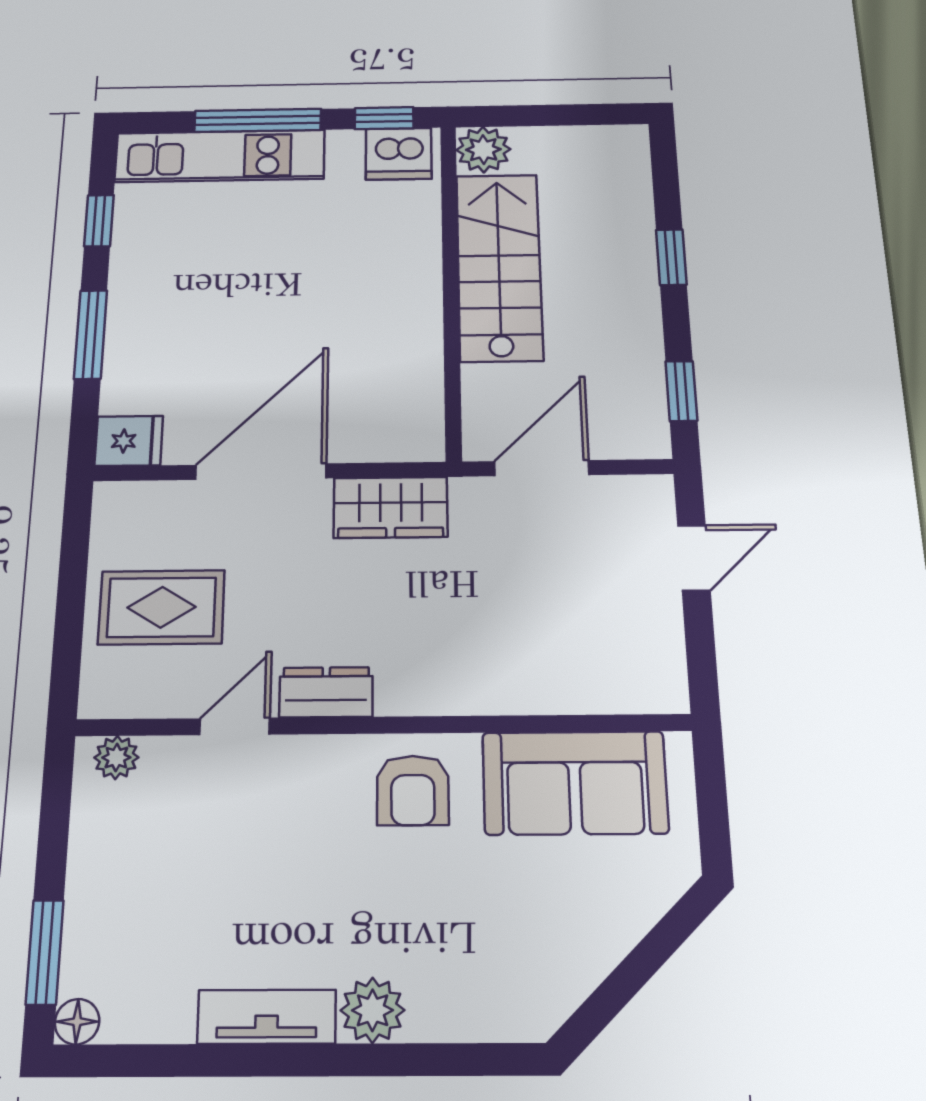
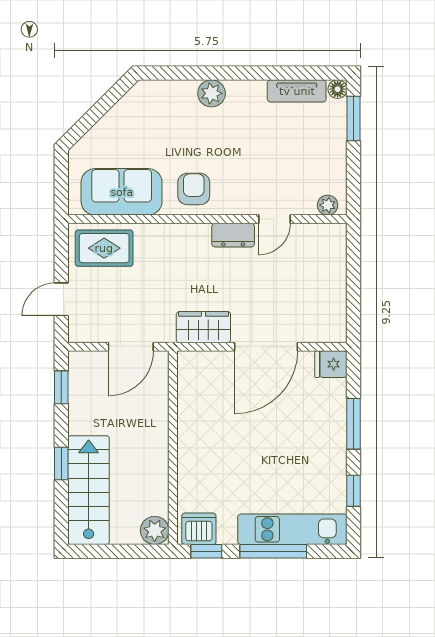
stairs: (499, 267) -> (89, 490), moved, turned 180
rug: (162, 607) -> (104, 248), moved
tv unit: (267, 1017) -> (297, 91), moved

